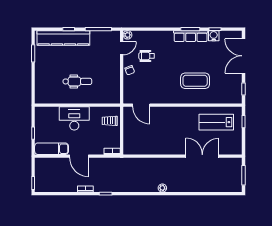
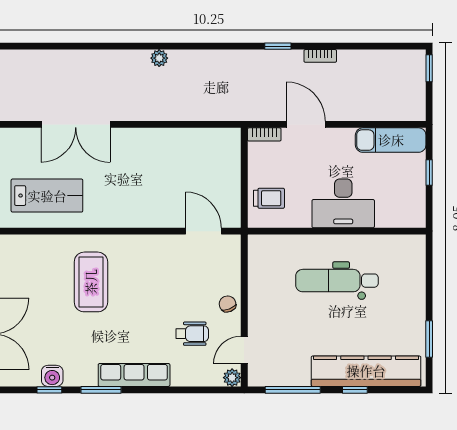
row of seats: (191, 36) -> (134, 375), moved
dental chair: (77, 81) -> (337, 281), width x1.36, depth x1.38
coffee table: (195, 81) -> (91, 282), turned 90
door: (79, 156) -> (306, 124), moved

